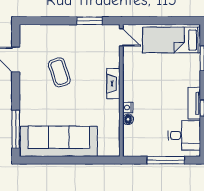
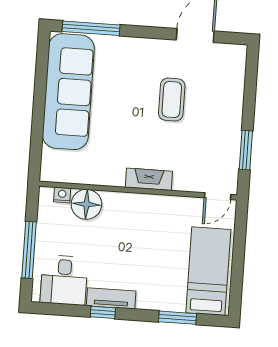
coffee table: (59, 72) -> (172, 99), turned -72
nightstand: (128, 107) -> (62, 195), moved
floor lamp: (128, 119) -> (86, 204), width x1.89, depth x1.89

